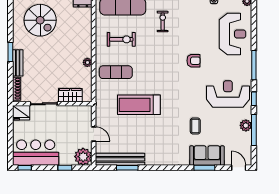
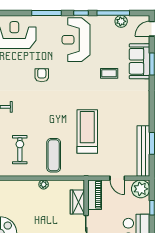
treadmill: (139, 105) -> (87, 131), turned 180
piano: (77, 112) -> (95, 195), added
plant: (246, 125) -> (121, 21), moved
door: (94, 134) -> (117, 178), swing flipped

